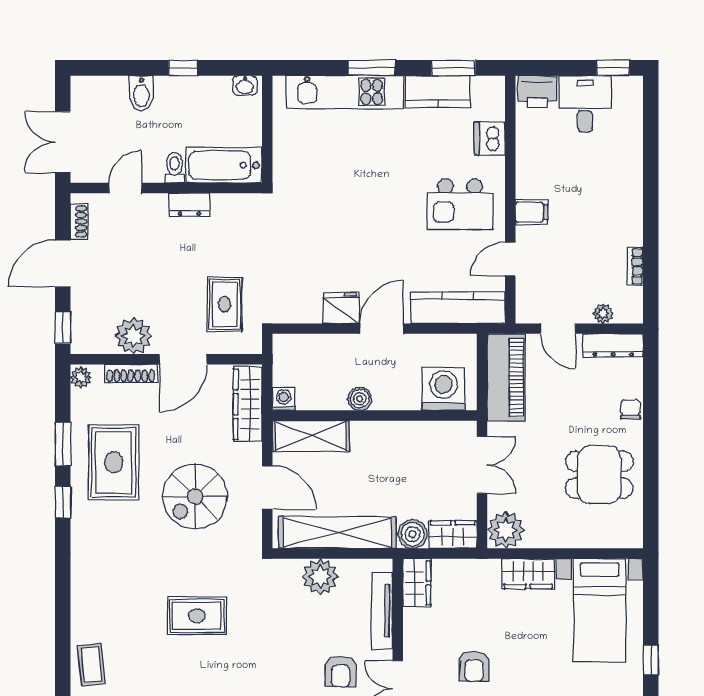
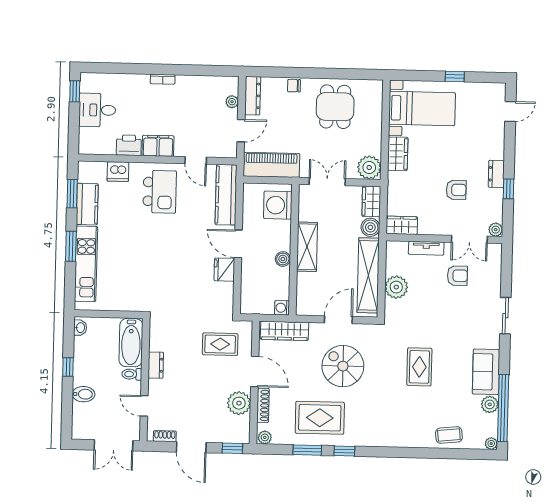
printer: (537, 91) -> (129, 145), moved, turned -90
filing cabinet: (532, 212) -> (158, 146), width x2.00
bookcase: (635, 266) -> (163, 79), moved
shelving: (311, 436) -> (307, 247), moved
spiral stairs: (195, 497) -> (343, 366), turned 180
tv unit: (382, 611) -> (426, 248), width x0.71

